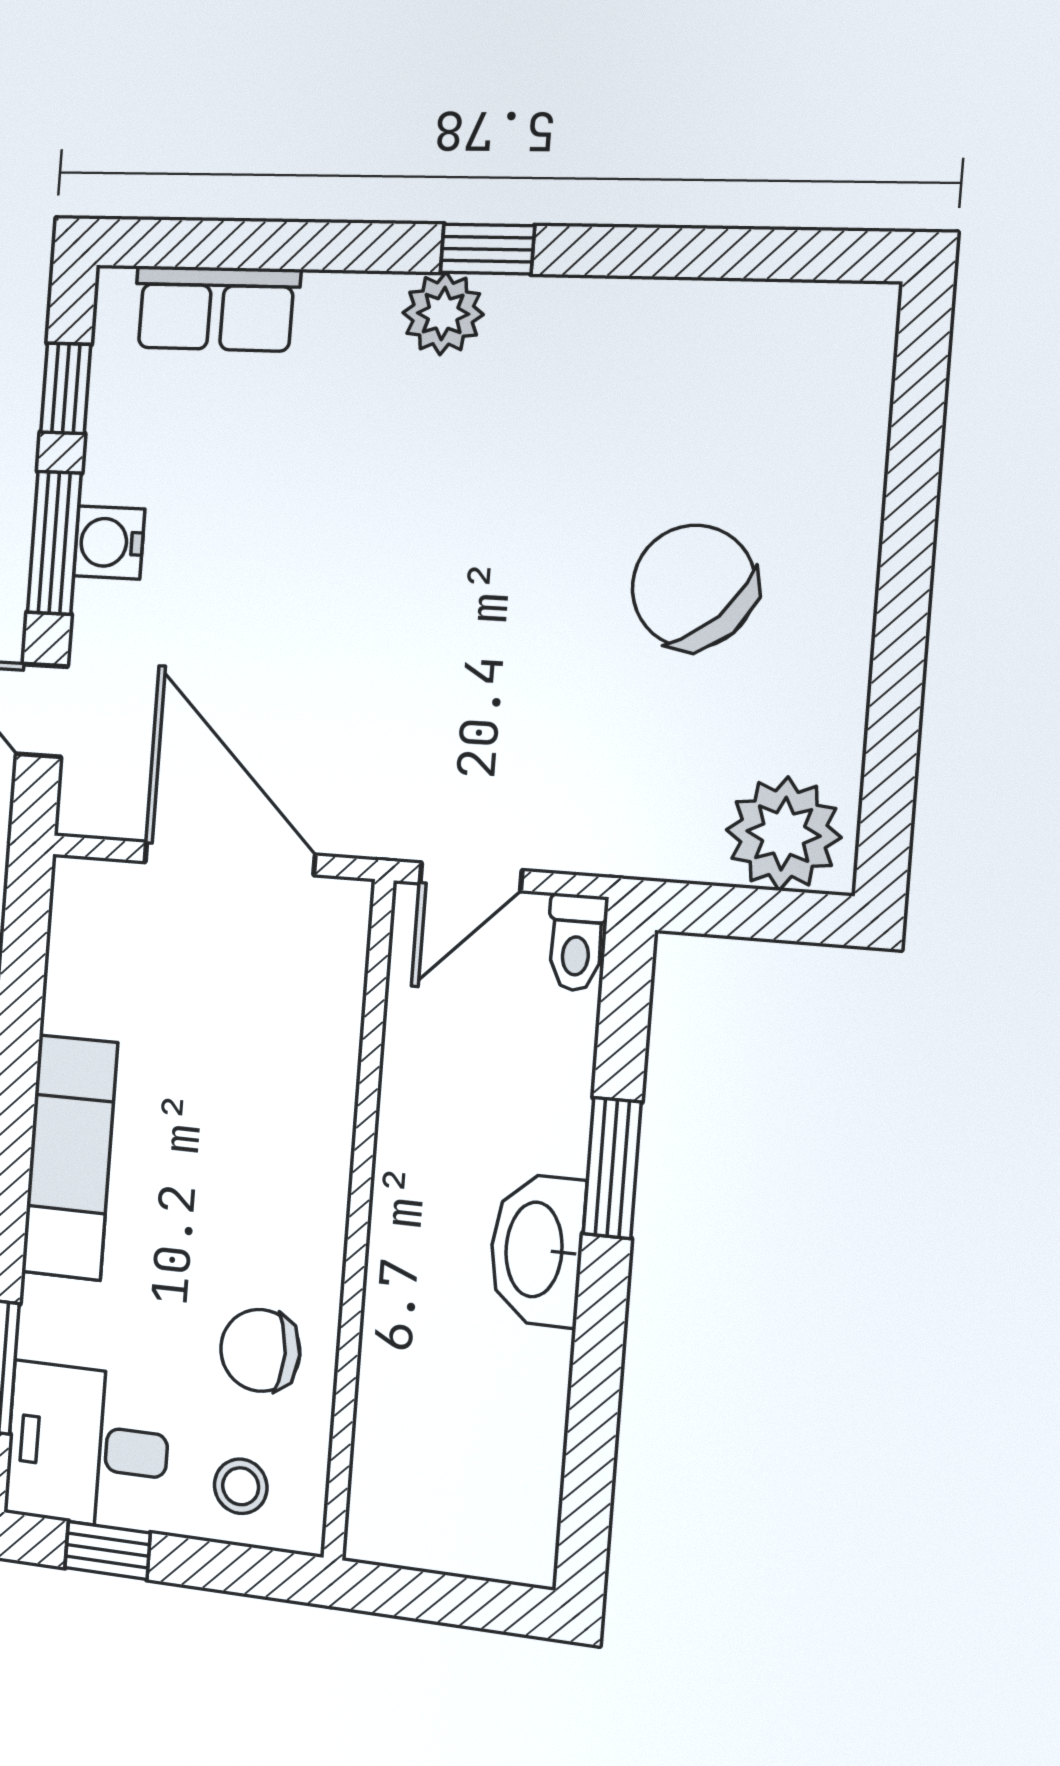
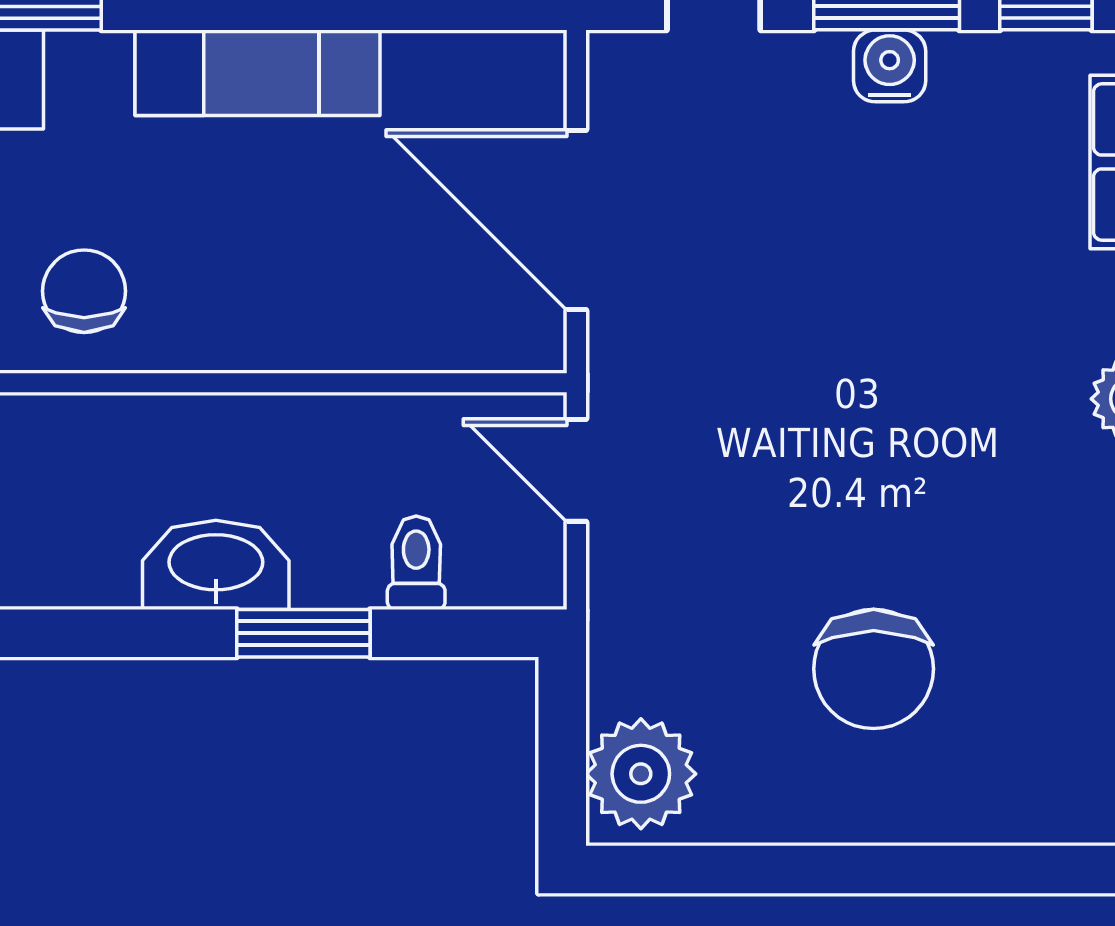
chair: (694, 587) -> (874, 669), turned 134
door: (229, 858) -> (576, 220), swing flipped
toilet: (576, 942) -> (416, 563), moved, turned 90

